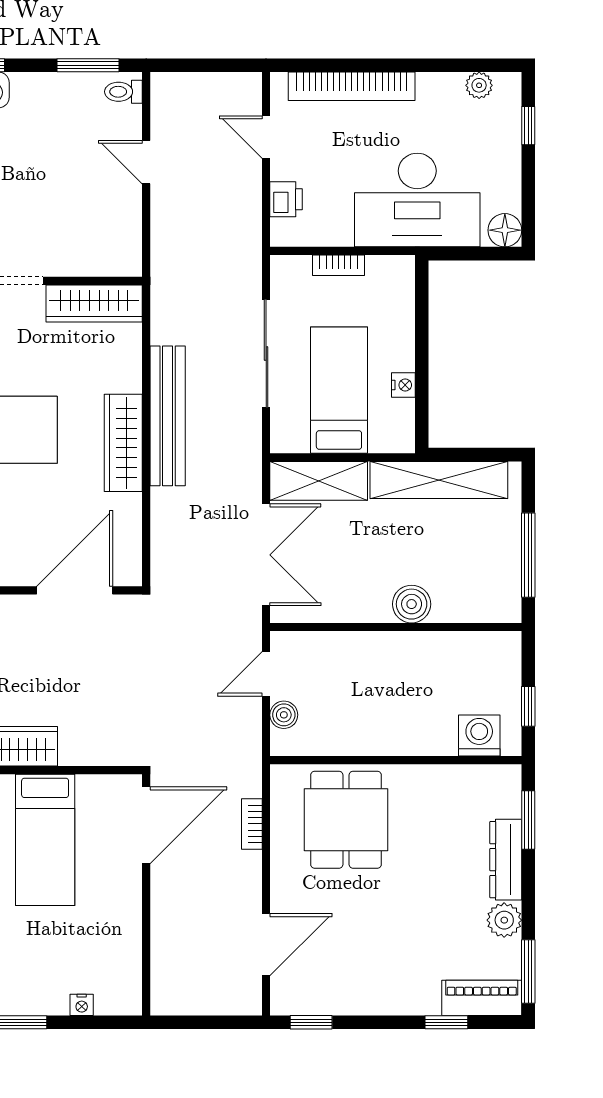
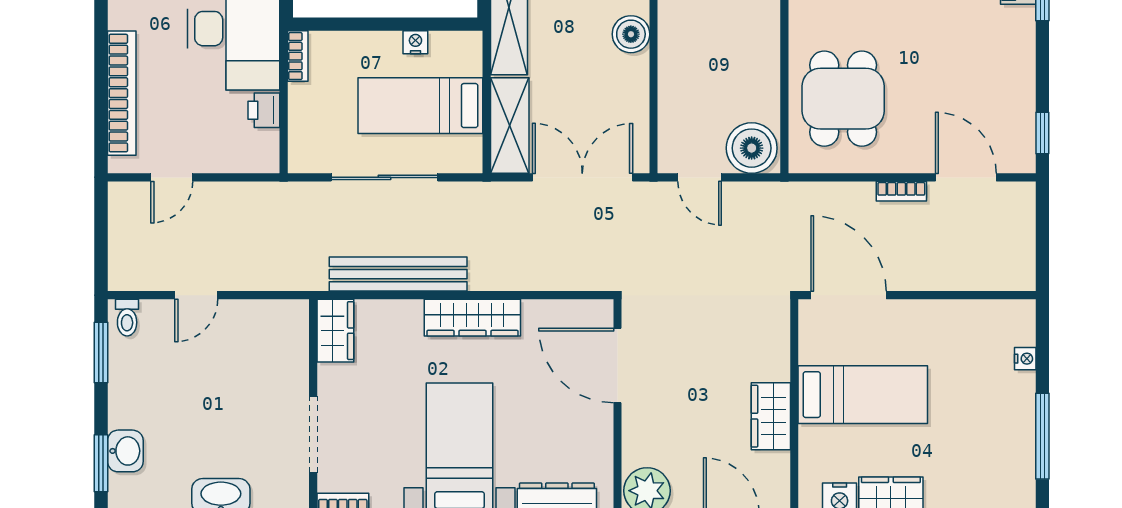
printer: (286, 199) -> (264, 110), moved, turned -90
bookcase: (338, 265) -> (298, 56), moved
wardrobe: (94, 303) -> (335, 331), width x0.67
bench: (168, 416) -> (398, 274), moved
boiler: (284, 715) -> (752, 148), width x1.86, depth x1.86
dining table: (346, 820) -> (843, 99), turned 90
bookcase: (252, 824) -> (901, 191), moved

